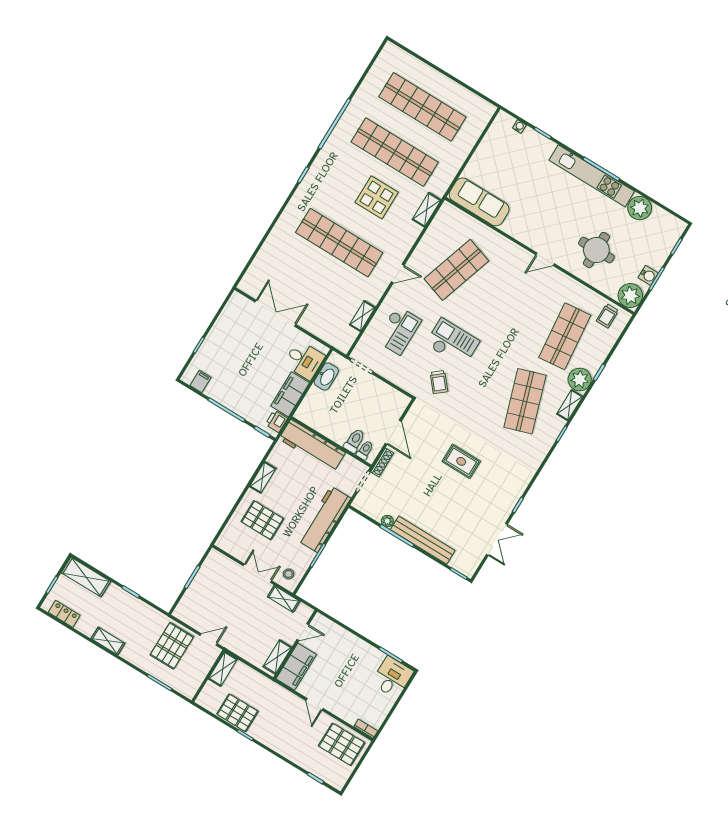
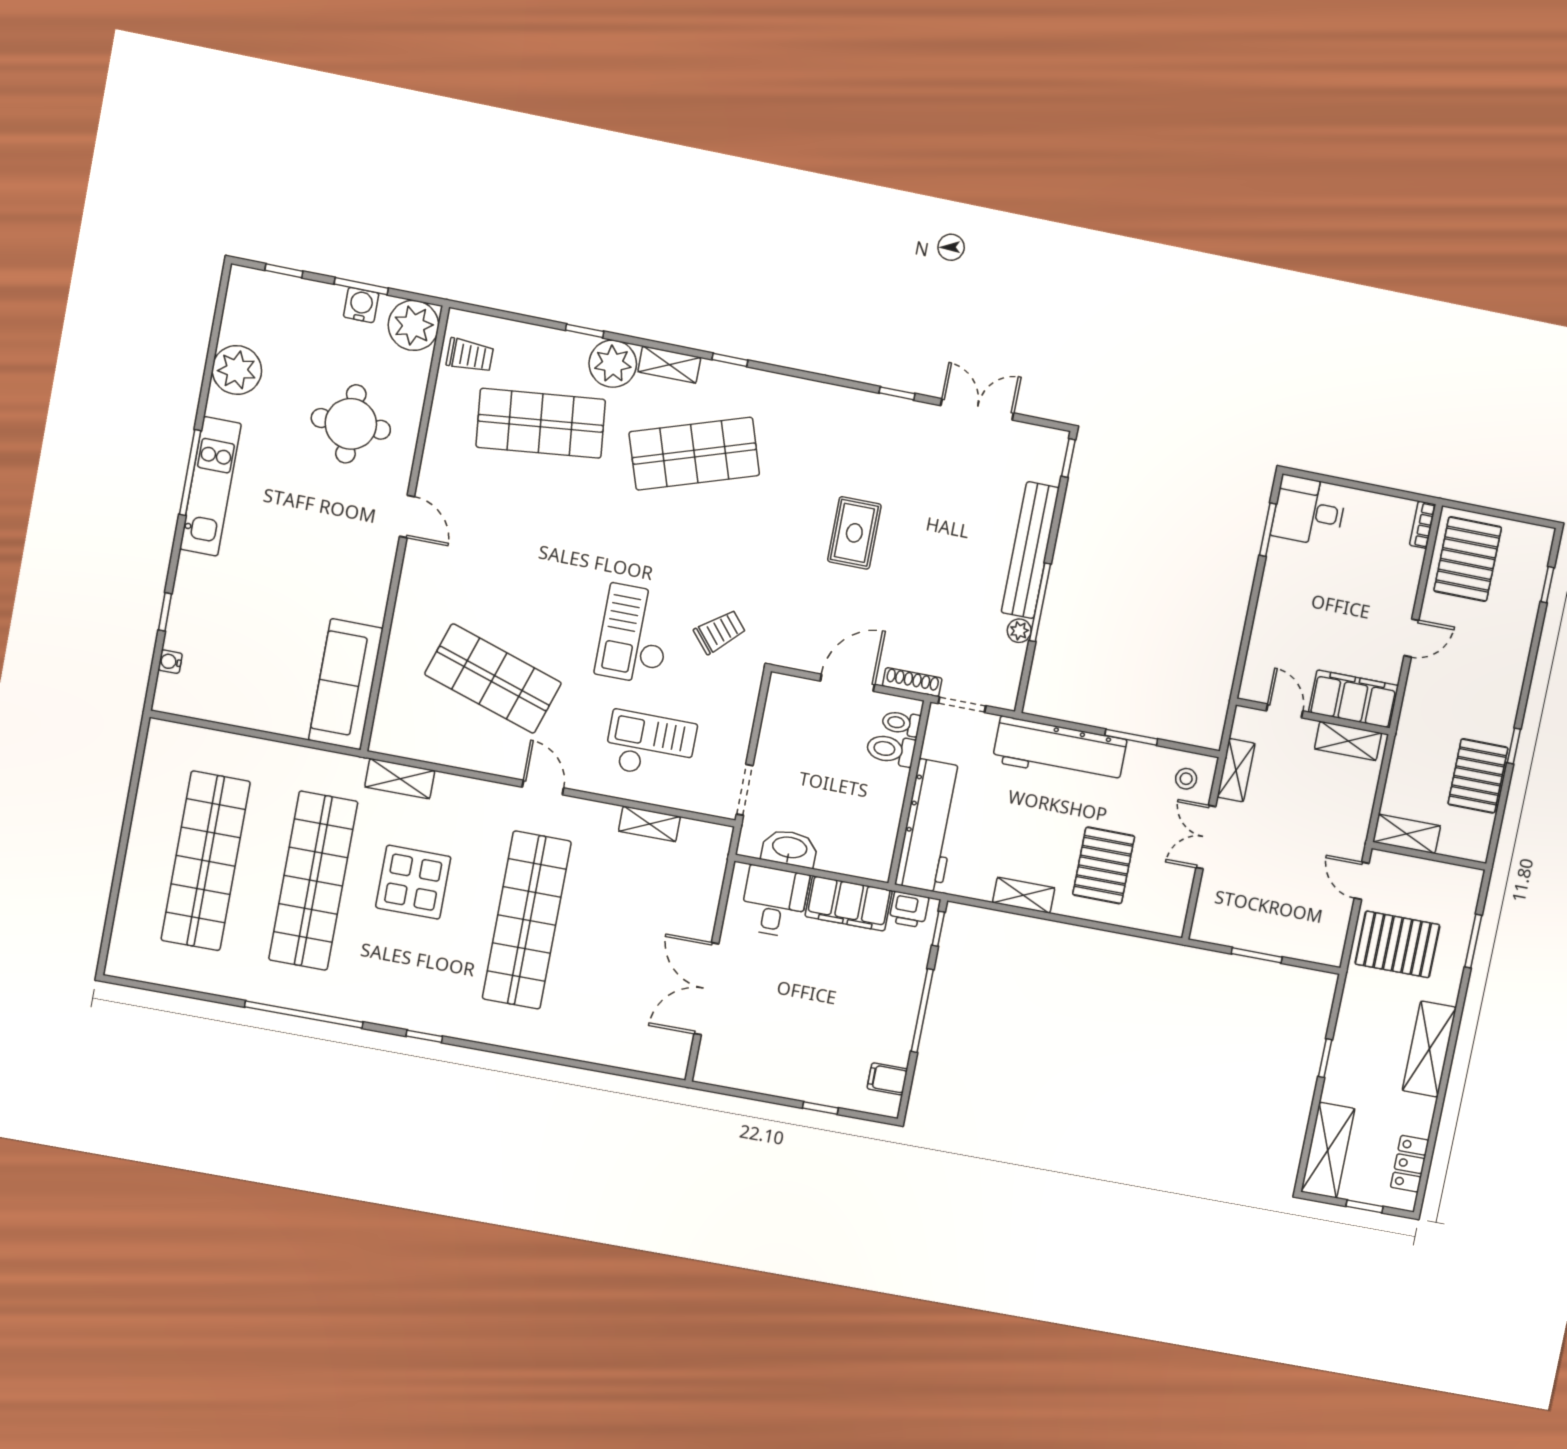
kitchen unit: (592, 176) -> (210, 486), width x0.73
shelving: (108, 641) -> (1429, 1049), width x1.50, depth x1.33

